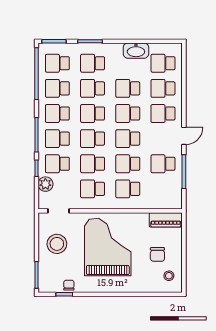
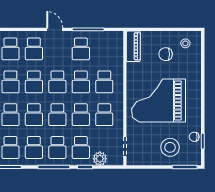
stool: (57, 244) -> (170, 147), moved
chair: (157, 254) -> (166, 54), turned 180

